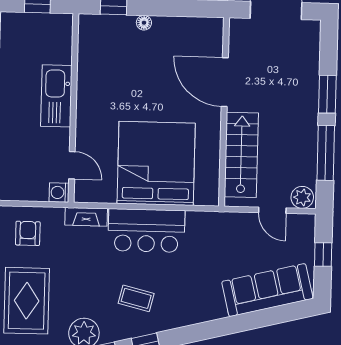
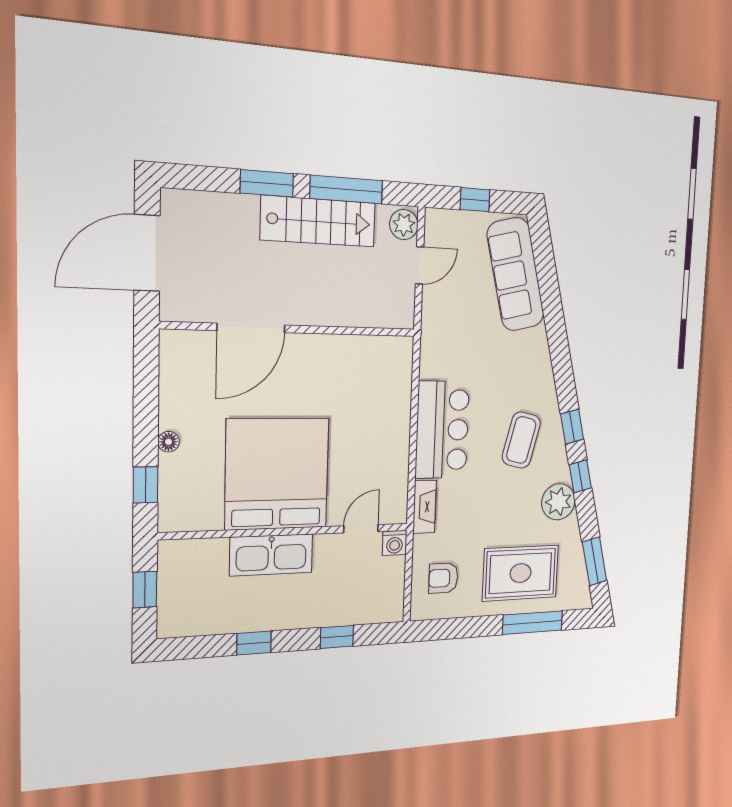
stairs: (241, 155) -> (318, 221), moved, turned 180
bed: (156, 163) -> (277, 474), moved, turned 90
coffee table: (136, 298) -> (521, 440), width x1.36, depth x1.30

